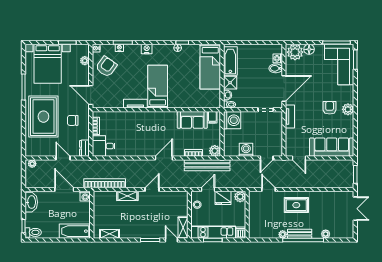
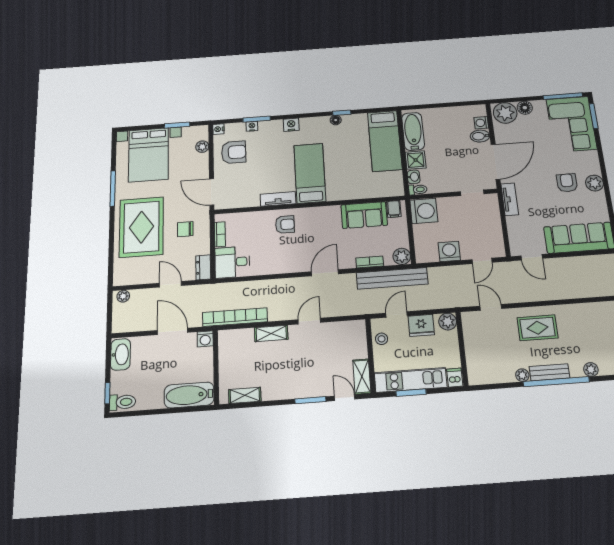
armchair: (106, 67) -> (234, 152), turned 55
armchair: (139, 122) -> (285, 224), added

